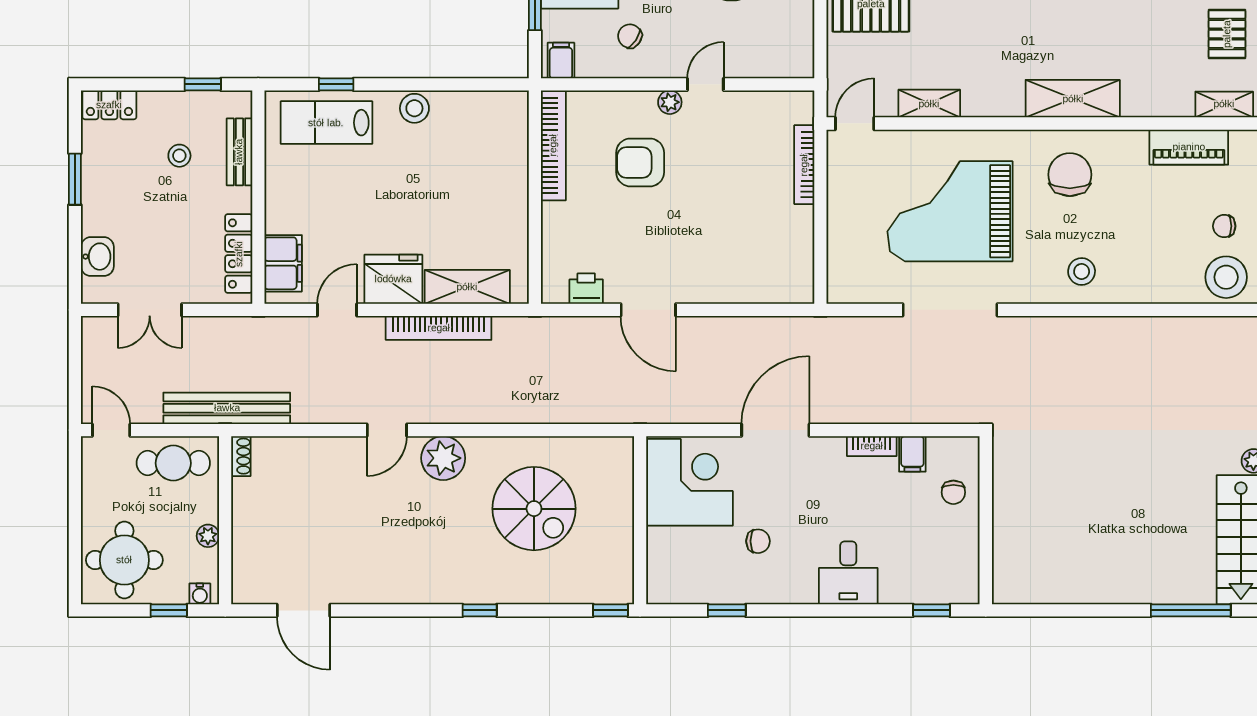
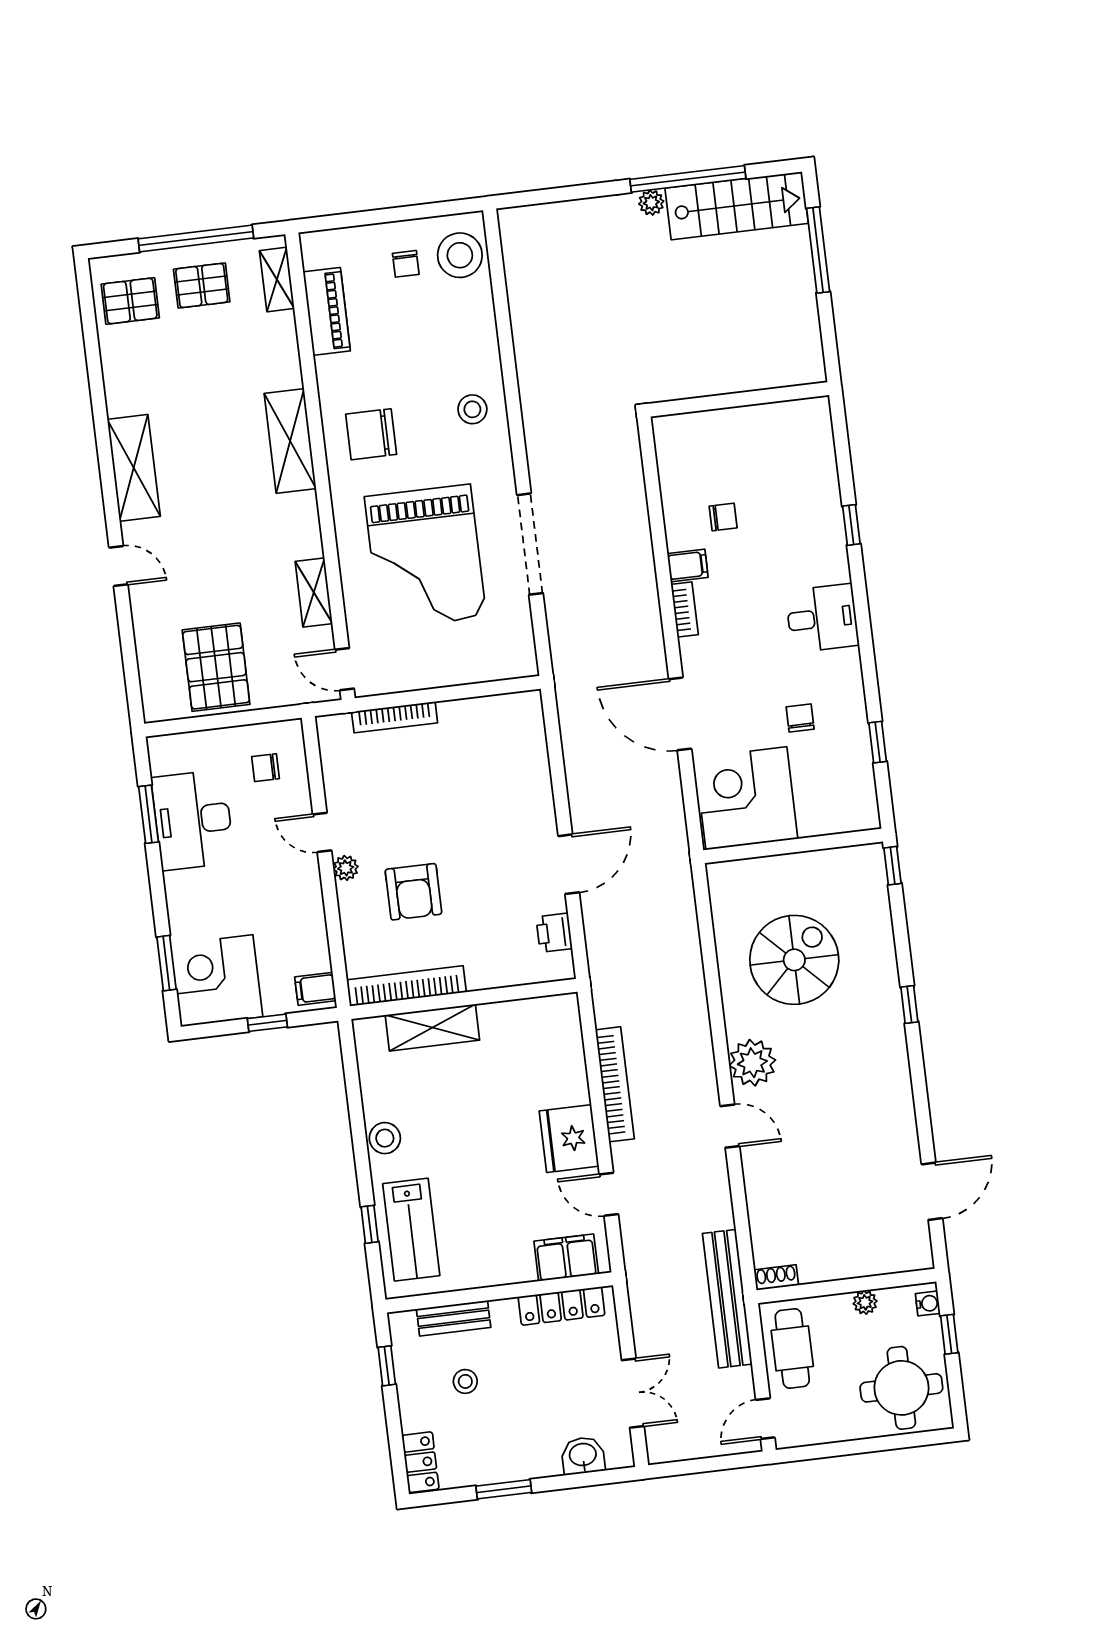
chair: (630, 36) -> (265, 768), moved, turned 56
shelving: (467, 287) -> (432, 1028), moved, turned 90
wall: (986, 520) -> (739, 399), moved

